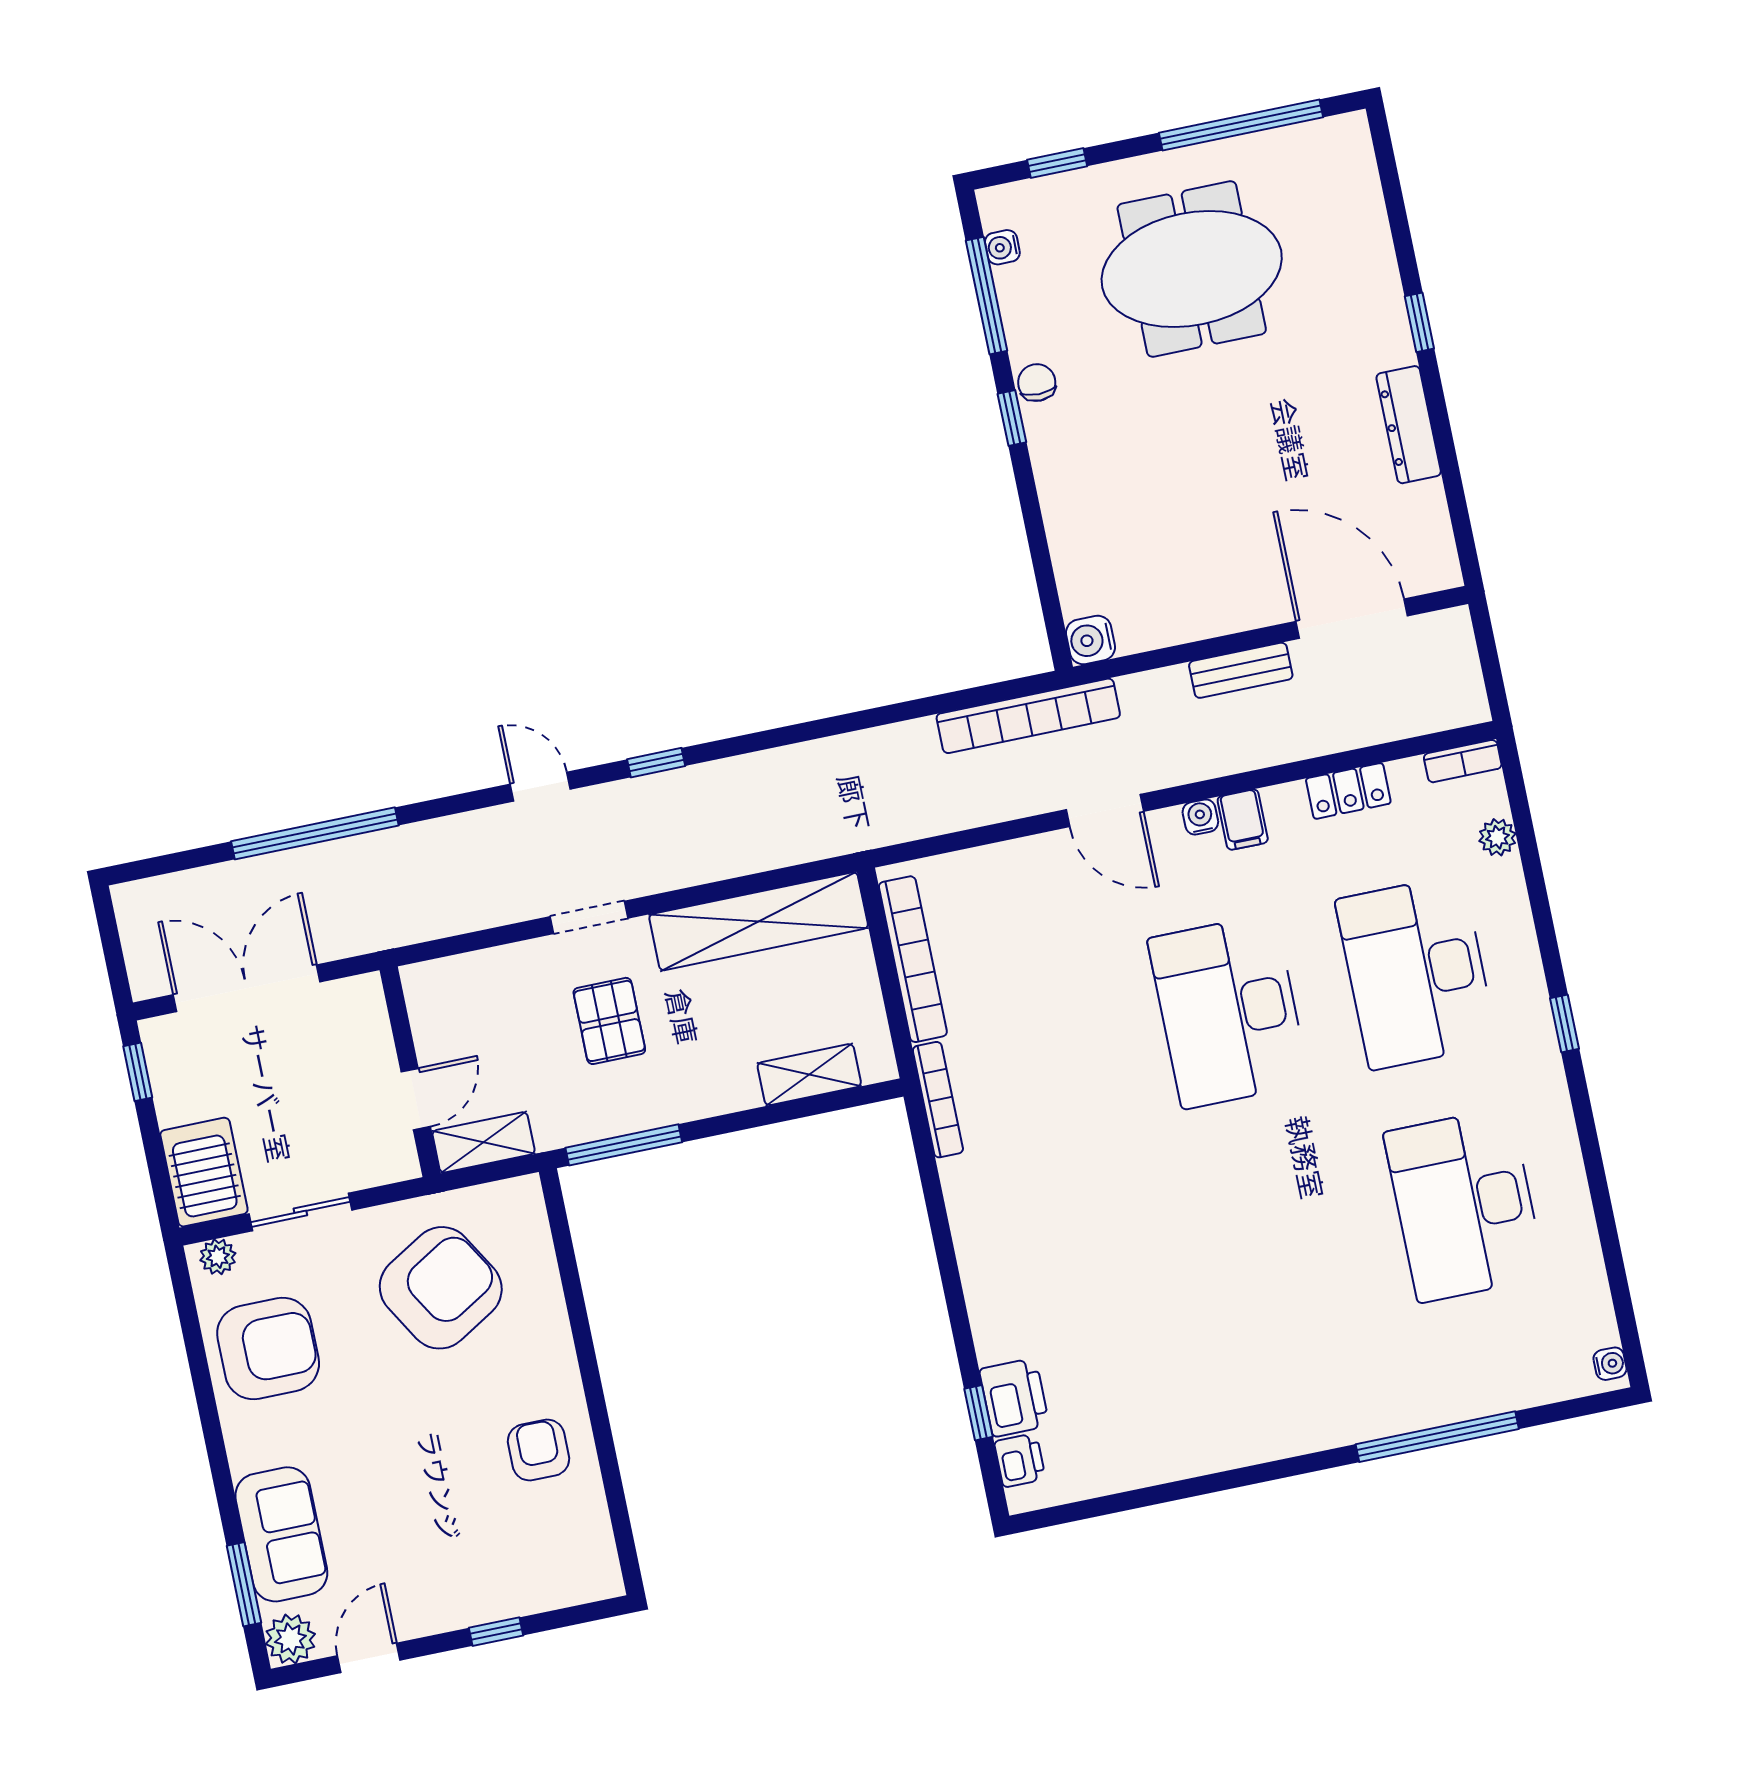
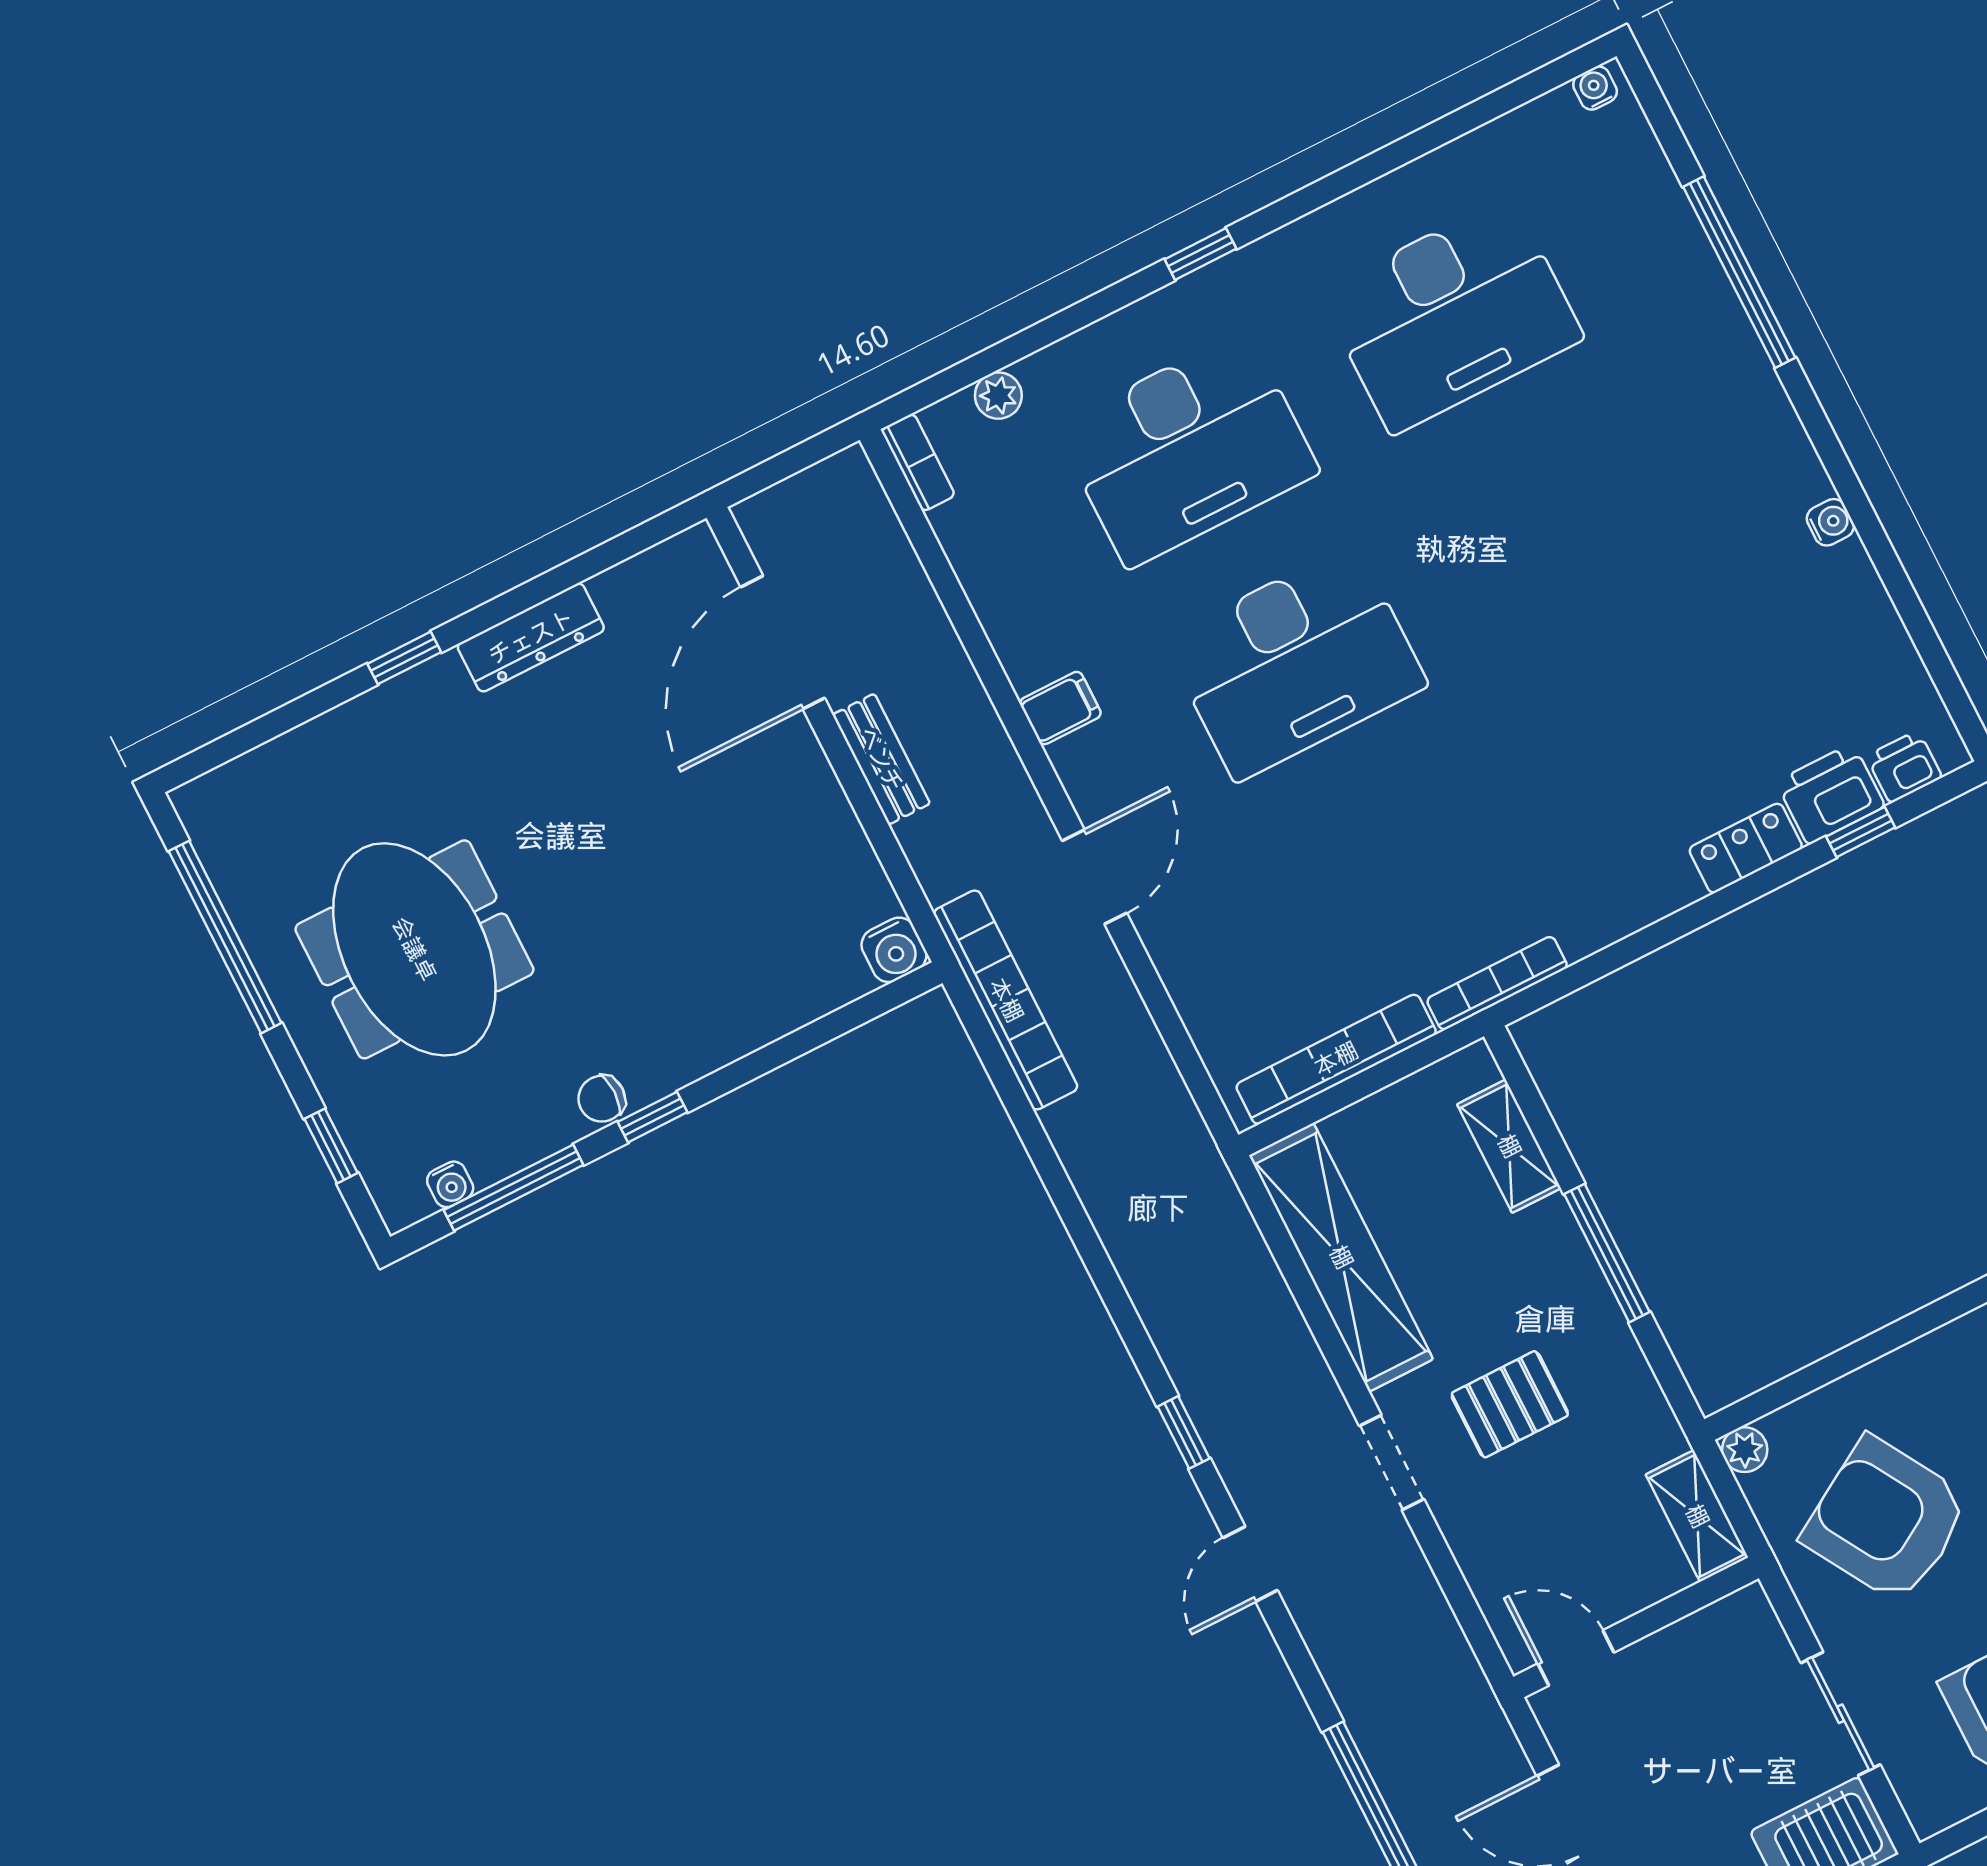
locker: (1348, 791) -> (1746, 848), moved, turned -90
water cooler: (1200, 817) -> (1830, 522), moved, turned 180
door: (416, 1099) -> (1576, 1658), moved
window: (624, 1145) -> (1607, 1253), moved
plant: (218, 1257) -> (1745, 1450), moved

